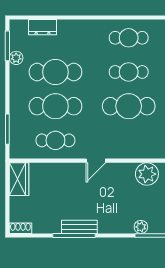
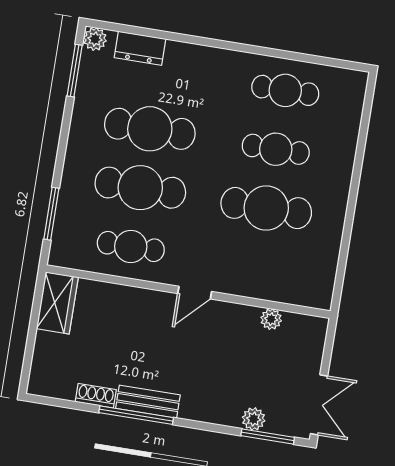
plant: (16, 58) -> (95, 39), moved
plant: (147, 174) -> (271, 319), width x0.53, depth x0.53
shoe rack: (20, 228) -> (96, 396), moved

